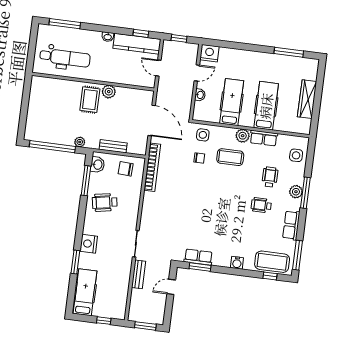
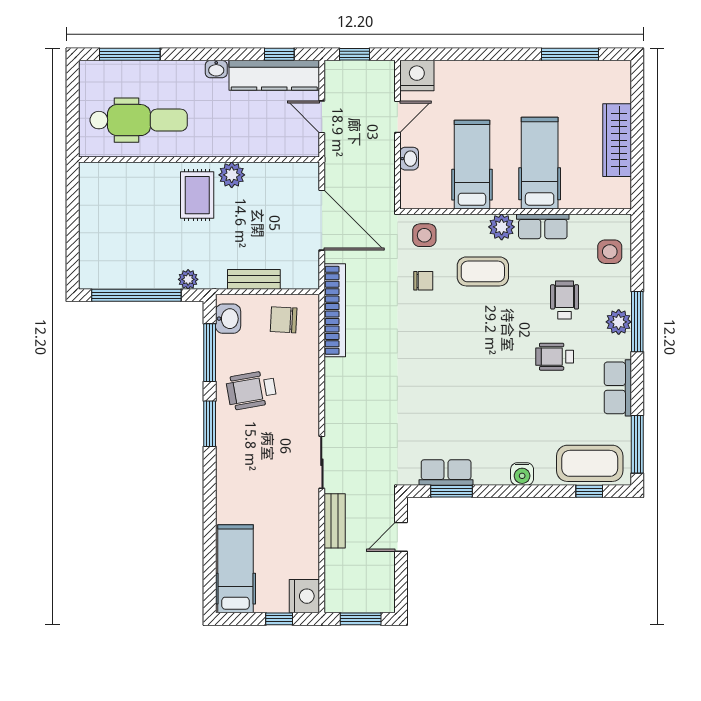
nightstand: (89, 244) -> (304, 596), moved, turned 180
window: (75, 262) -> (210, 424), moved

